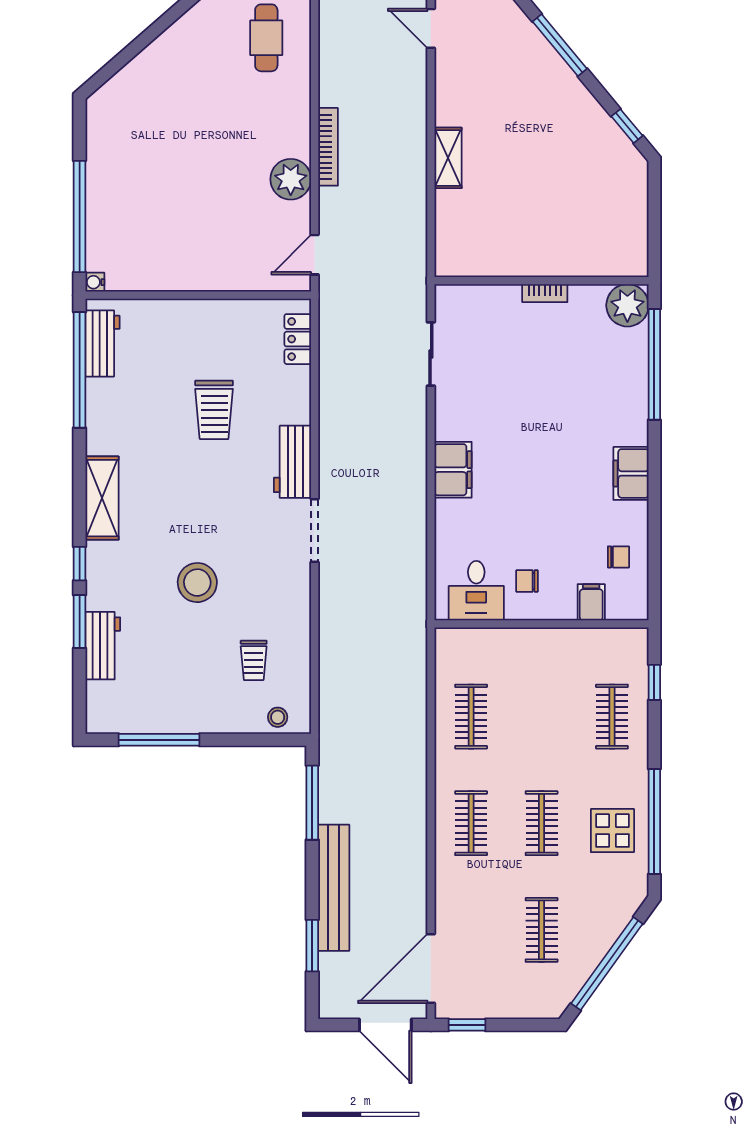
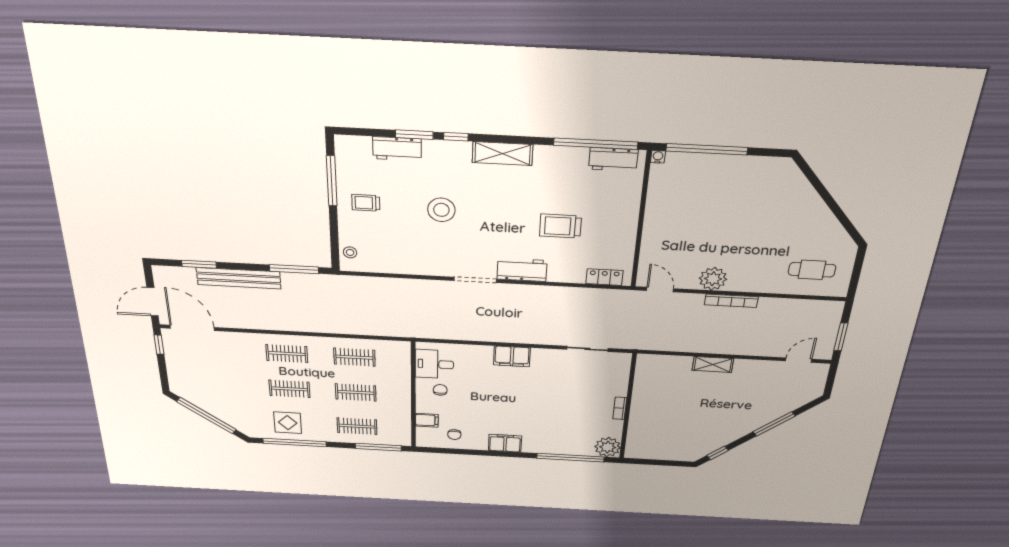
trolley: (254, 660) -> (366, 203), moved
window: (654, 682) -> (378, 447), width x2.17
clothes rail: (542, 930) -> (356, 392), moved

